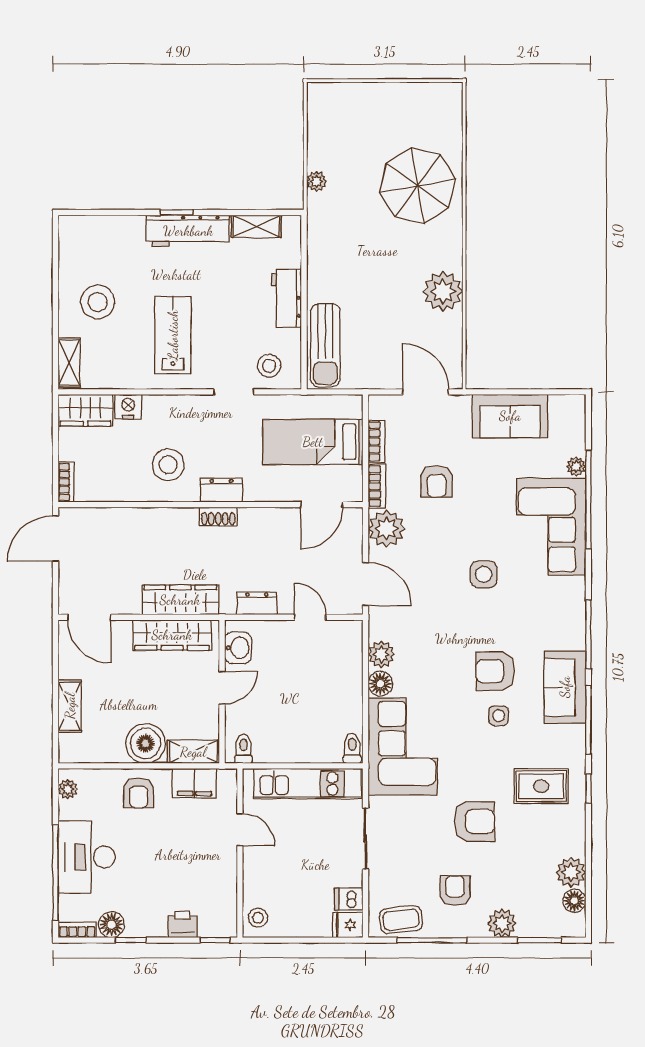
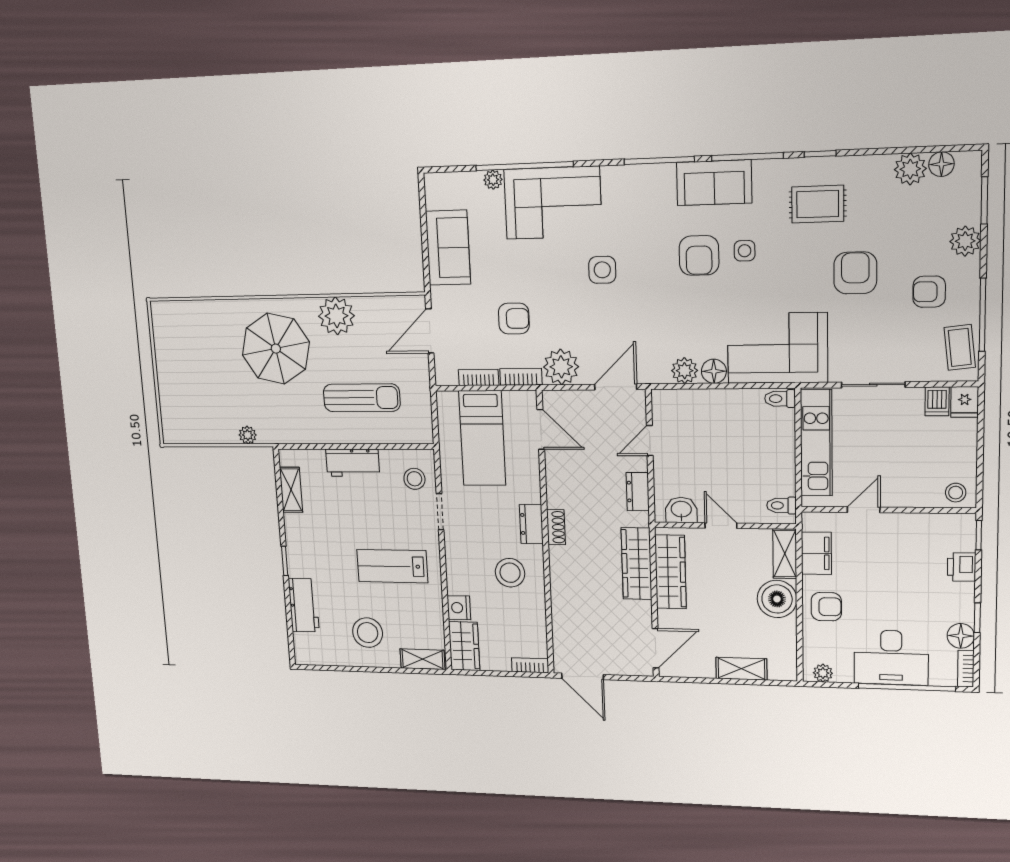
parasol: (418, 186) -> (276, 349), moved
workbench: (188, 231) -> (304, 605), moved, width x0.73
sun lounger: (325, 345) -> (362, 398), moved
rug: (541, 786) -> (818, 204), turned 90

